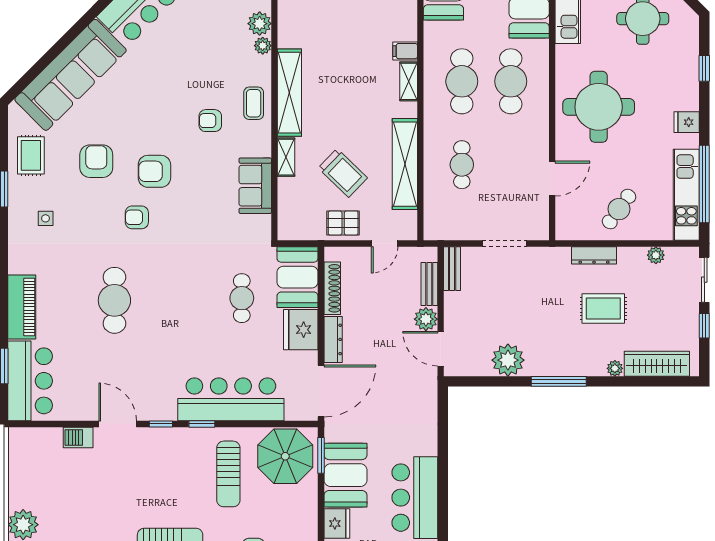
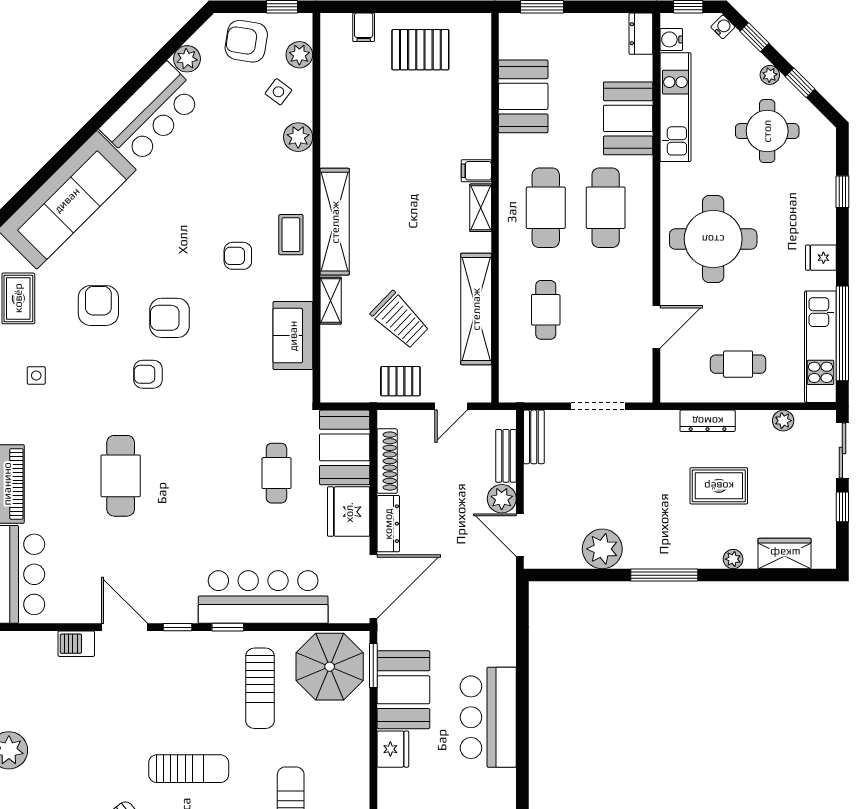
plant: (263, 46) -> (302, 164), removed
cafe table: (619, 209) -> (738, 364), turned 54
wardrobe: (657, 364) -> (785, 553), width x0.67

